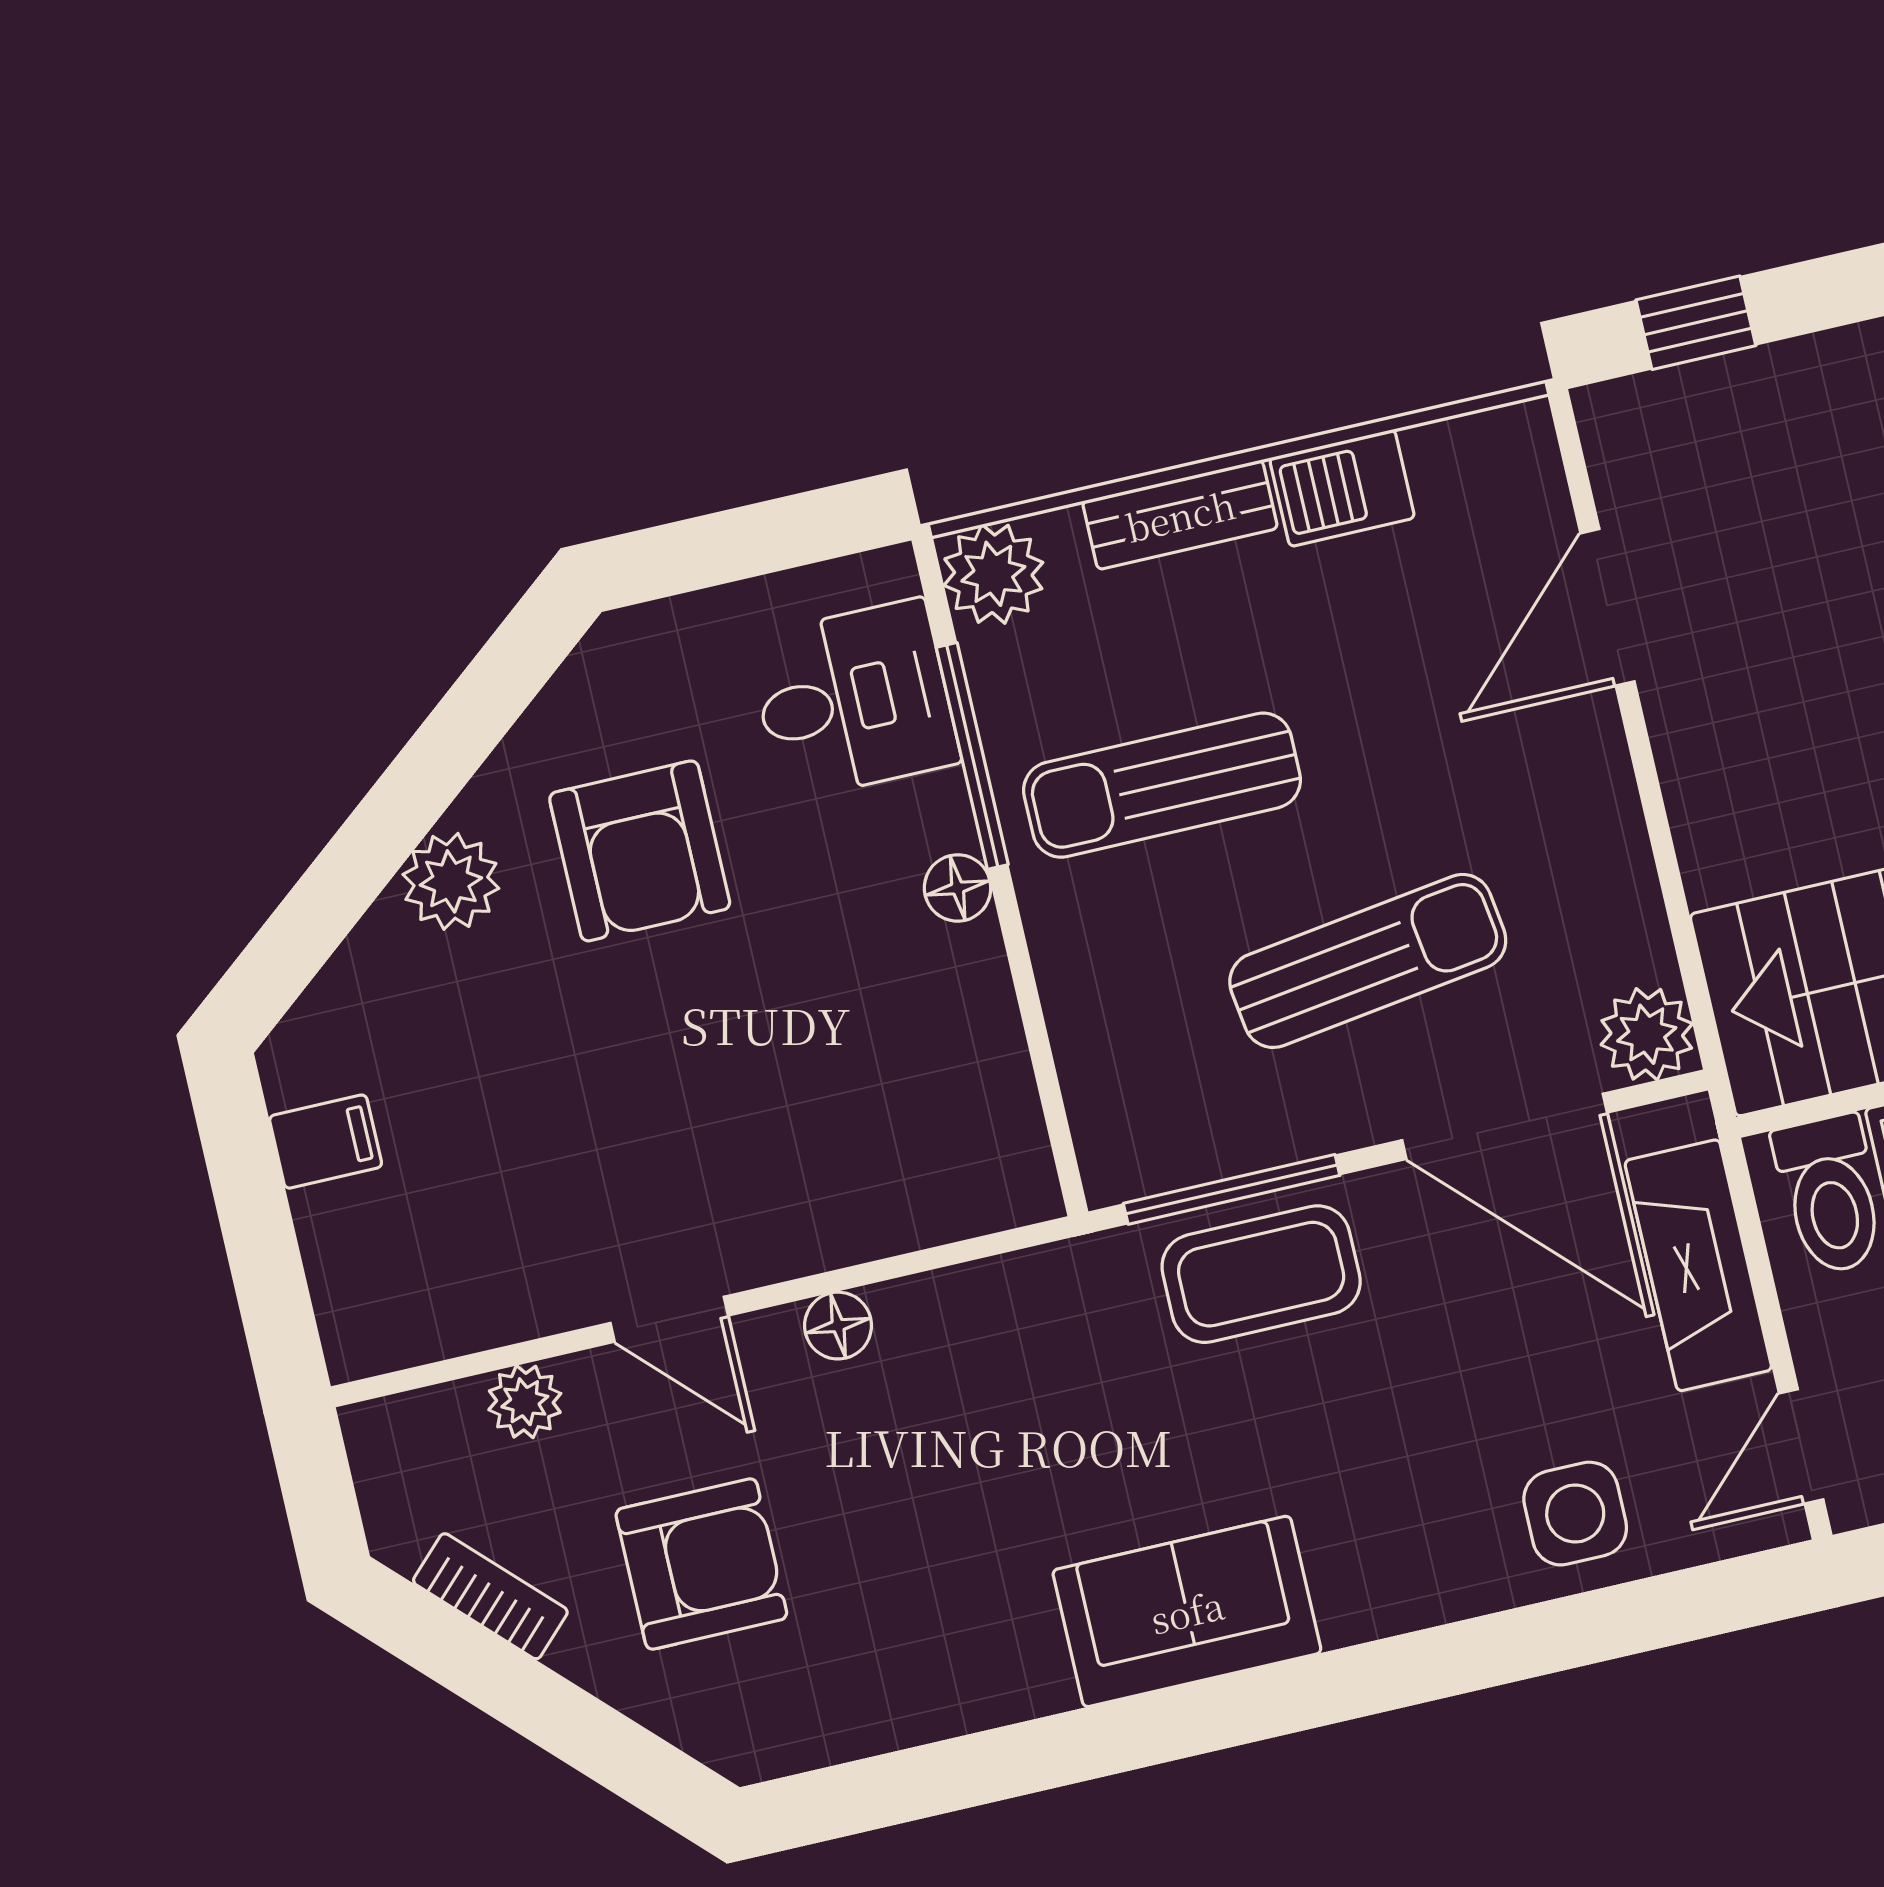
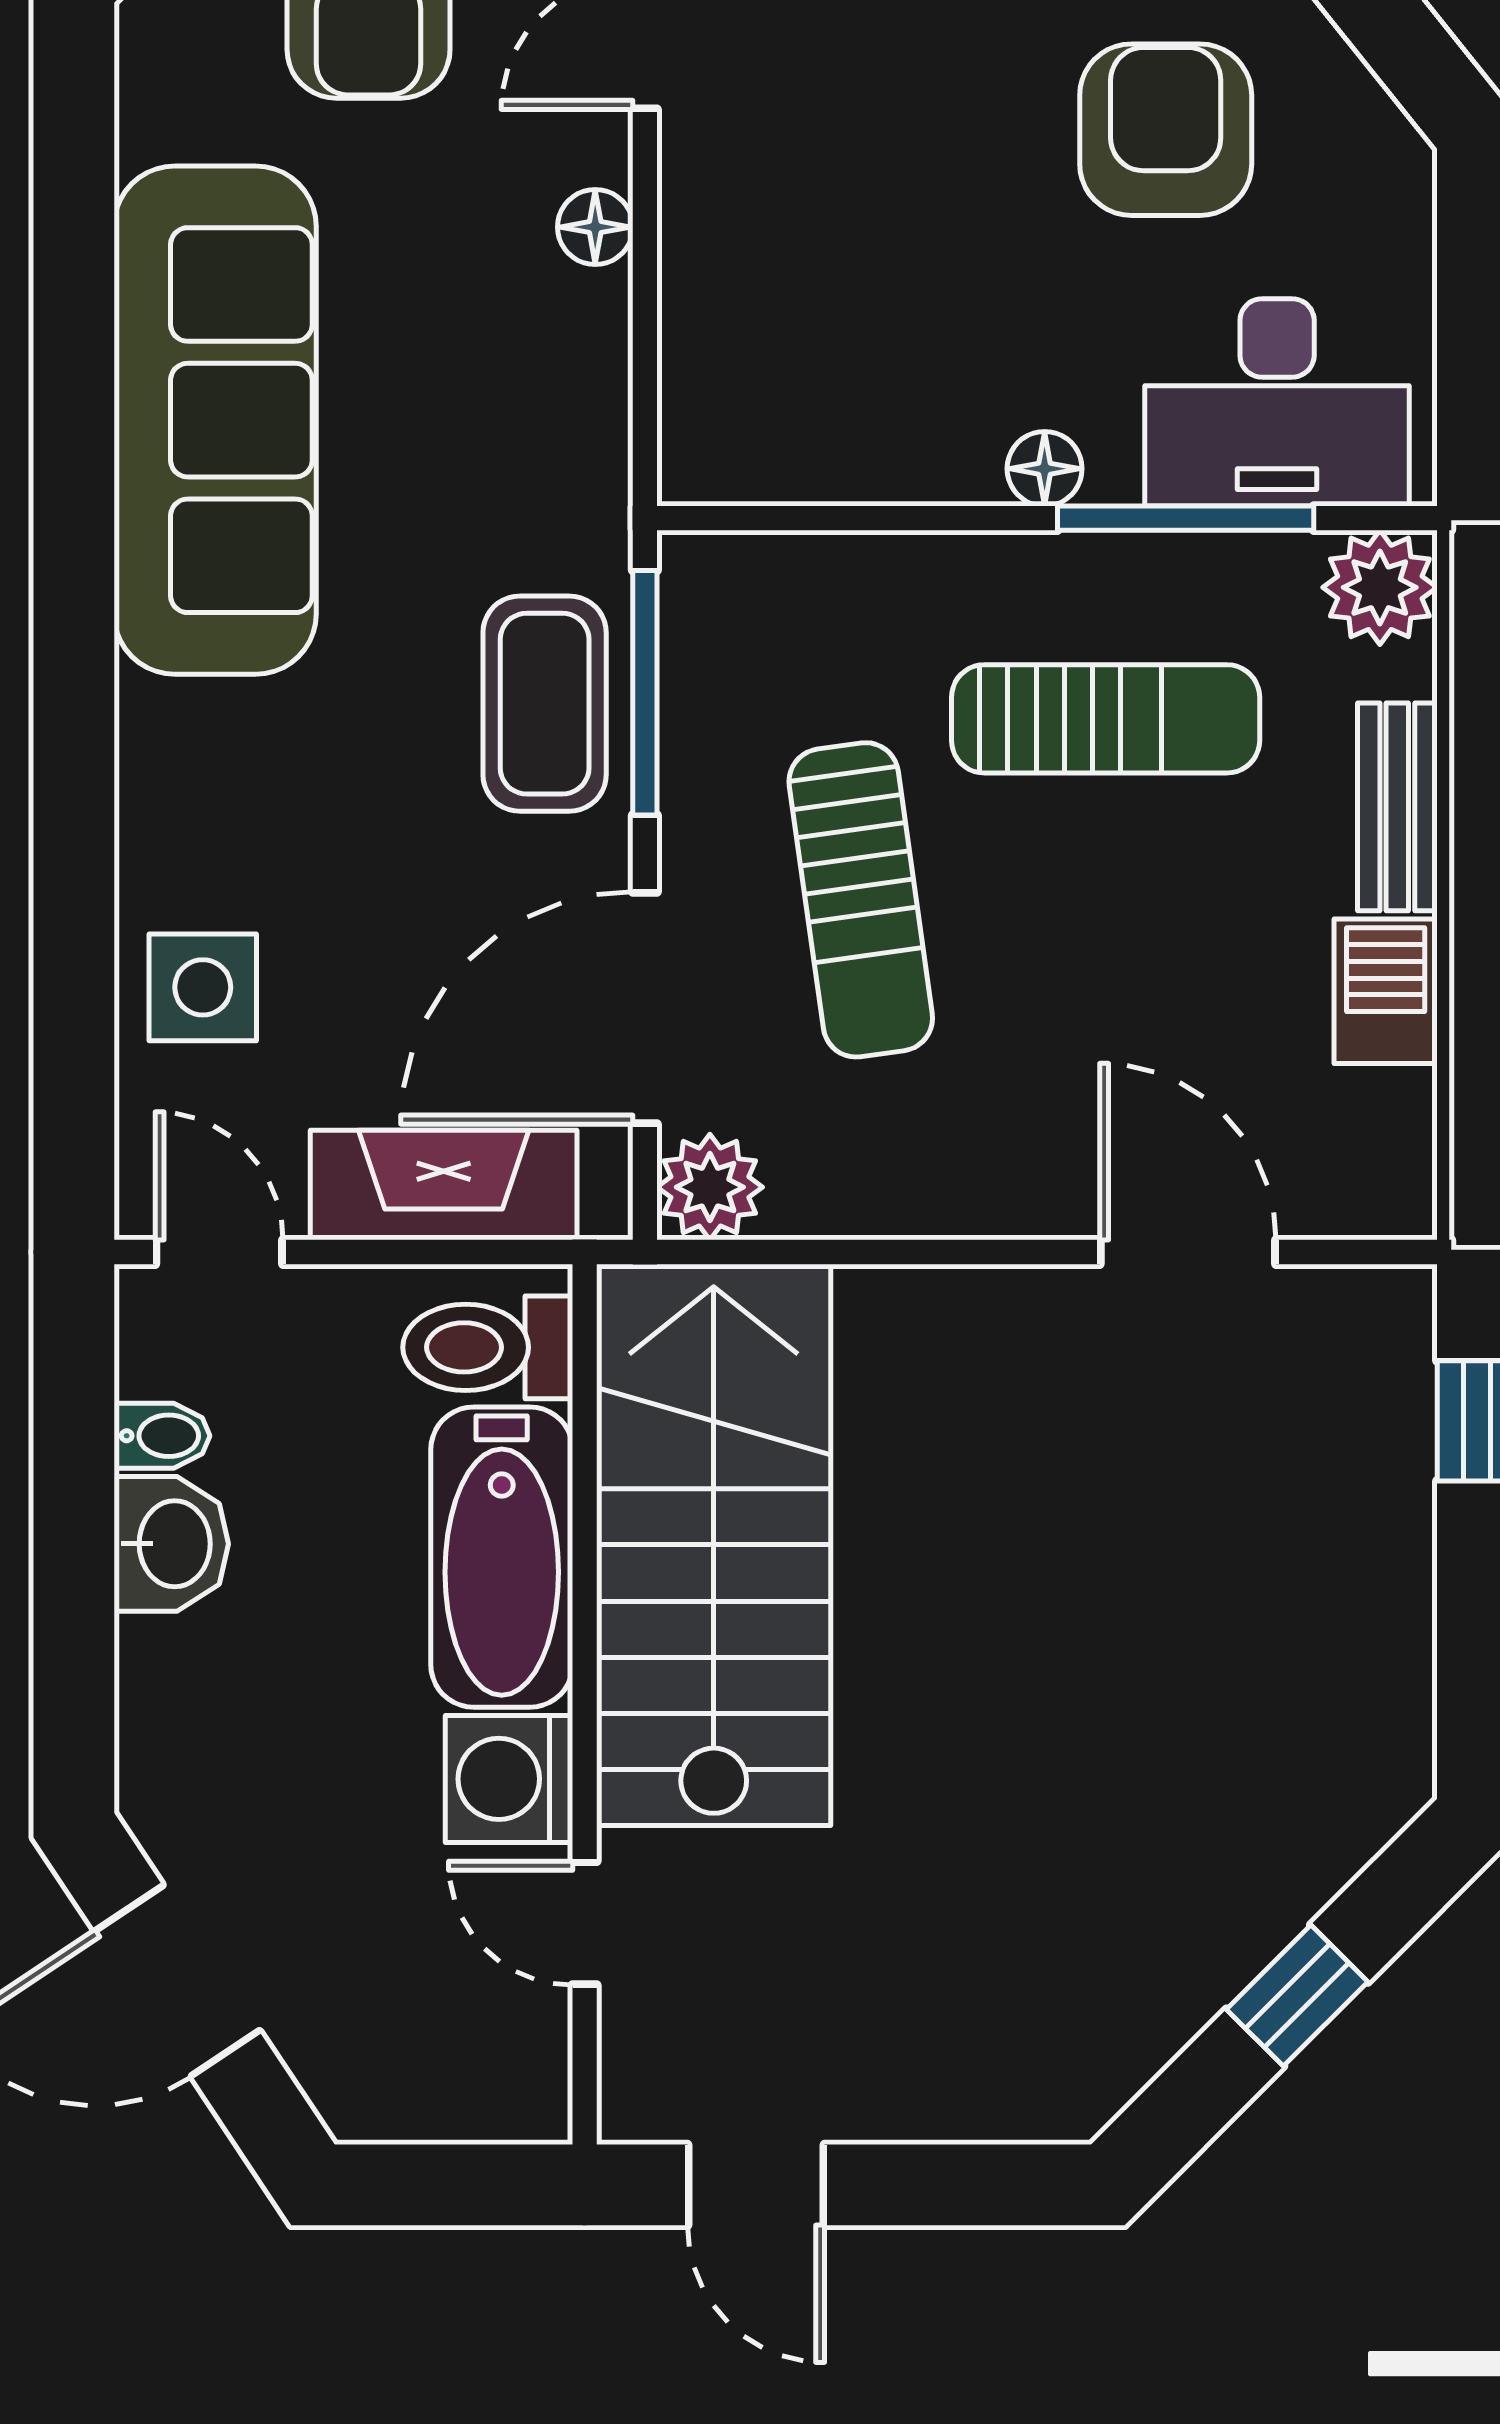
desk: (854, 700) -> (1277, 402), width x1.37
sun lounger: (1162, 785) -> (1106, 719), turned 90
armchair: (640, 851) -> (1166, 130), turned 90
sofa: (1187, 1611) -> (215, 420), width x1.85, depth x1.27

